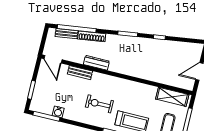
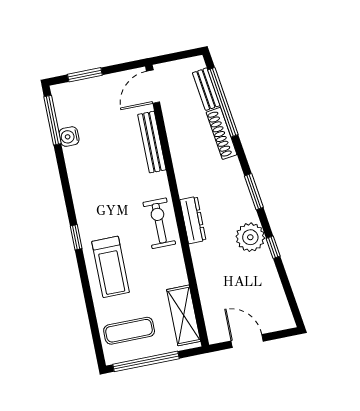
plant: (149, 46) -> (250, 237), added
dresser: (96, 63) -> (193, 220), moved
bench: (80, 73) -> (152, 142), width x1.36
exercise bike: (99, 104) -> (159, 223), moved

